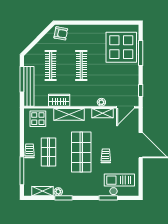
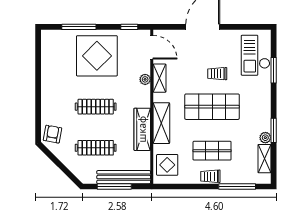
display table: (121, 47) -> (97, 56), moved
wardrobe: (59, 100) -> (142, 129), width x1.50

